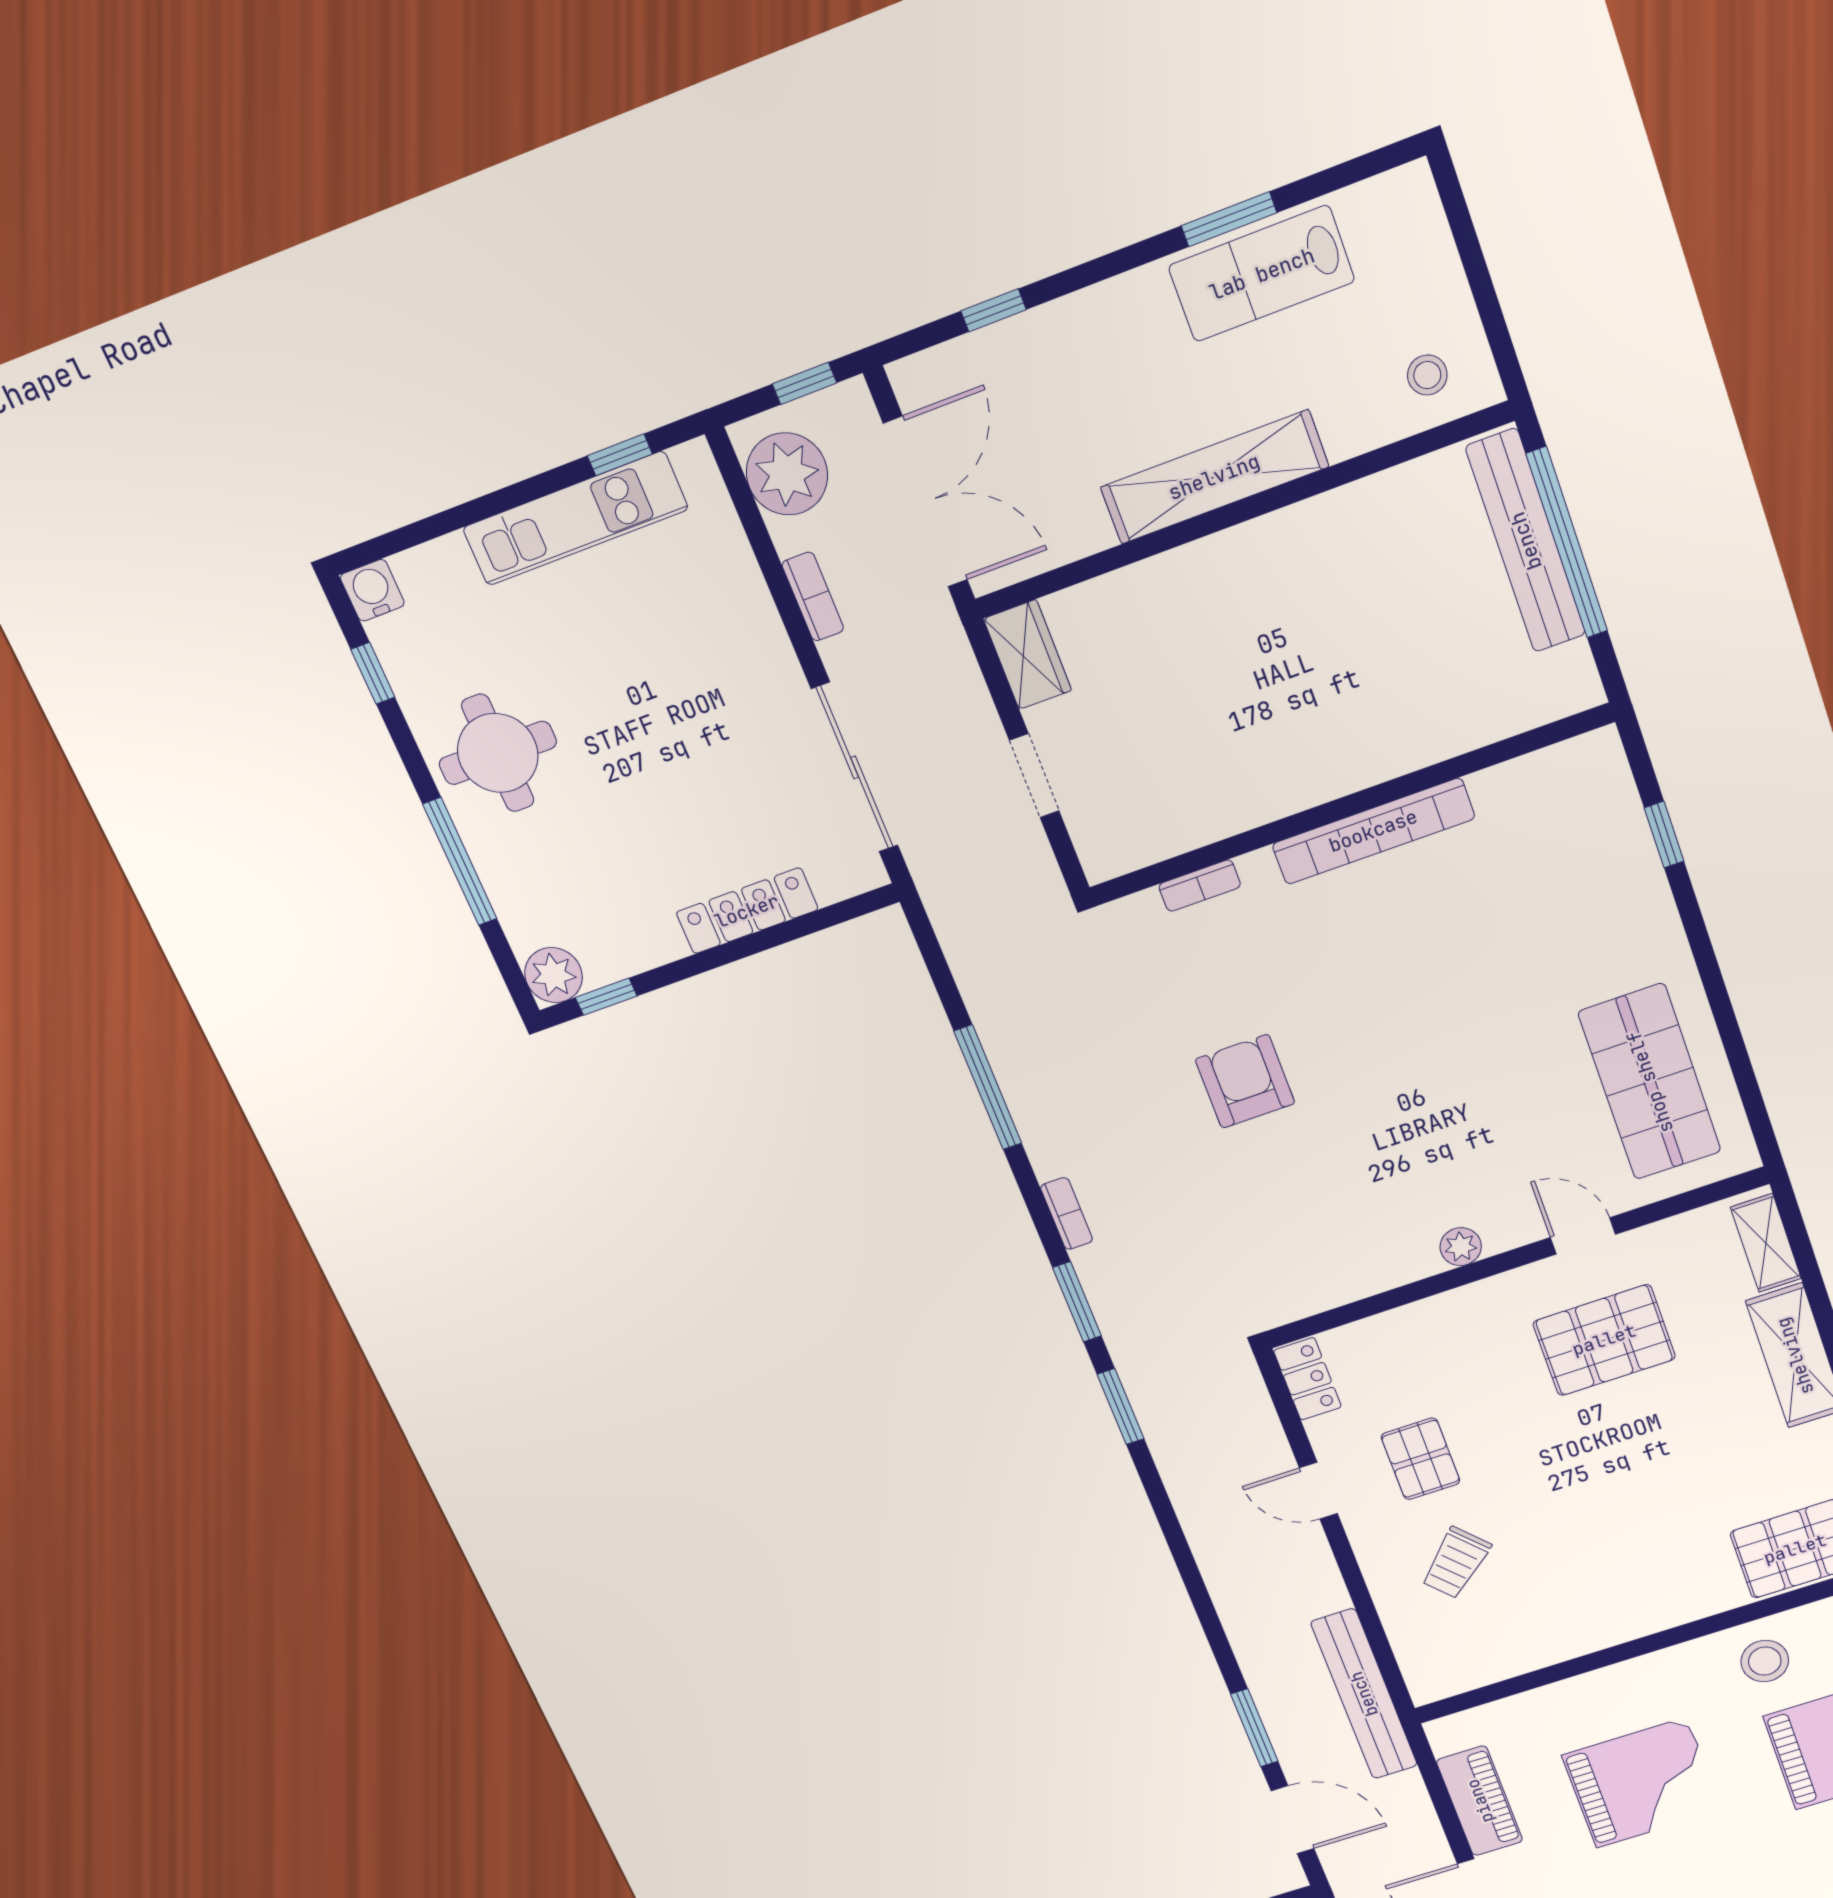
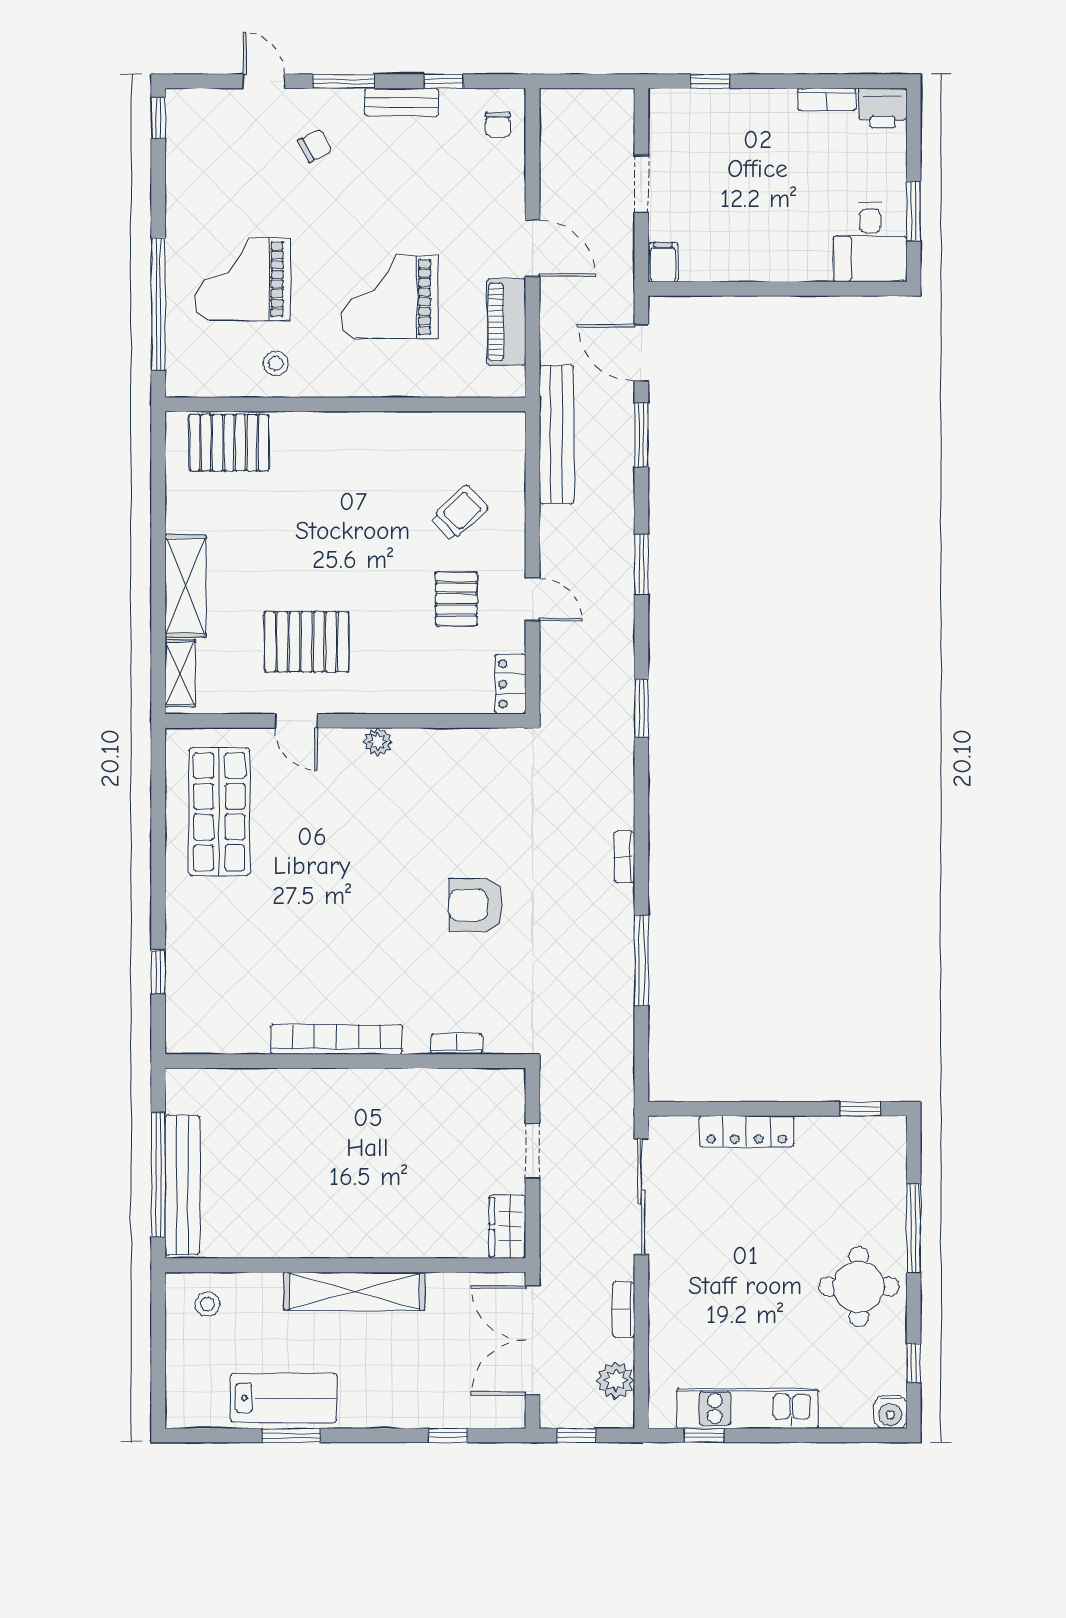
plant: (787, 474) -> (616, 1380), width x0.73, depth x0.73
plant: (554, 975) -> (887, 1135), removed
armchair: (1245, 1081) -> (476, 905), turned 90
window: (1077, 1302) -> (641, 564), moved
stool: (1765, 1661) -> (276, 363), width x0.73, depth x0.73

